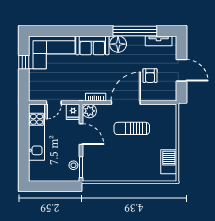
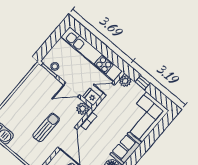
window: (24, 62) -> (143, 83), moved
plant: (35, 95) -> (125, 81), added
door: (54, 103) -> (109, 89), hinge flipped
kitchen unit: (37, 132) -> (92, 54), width x1.36

